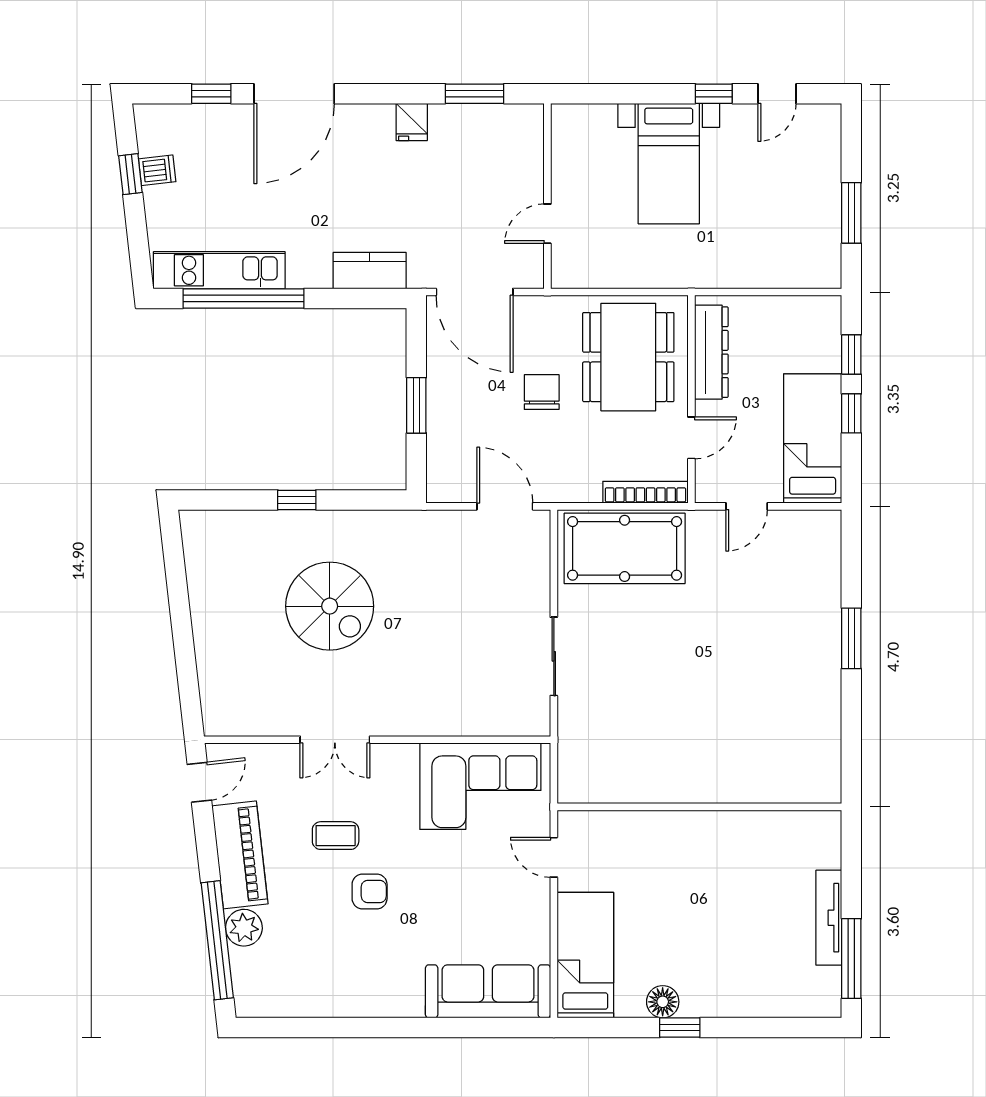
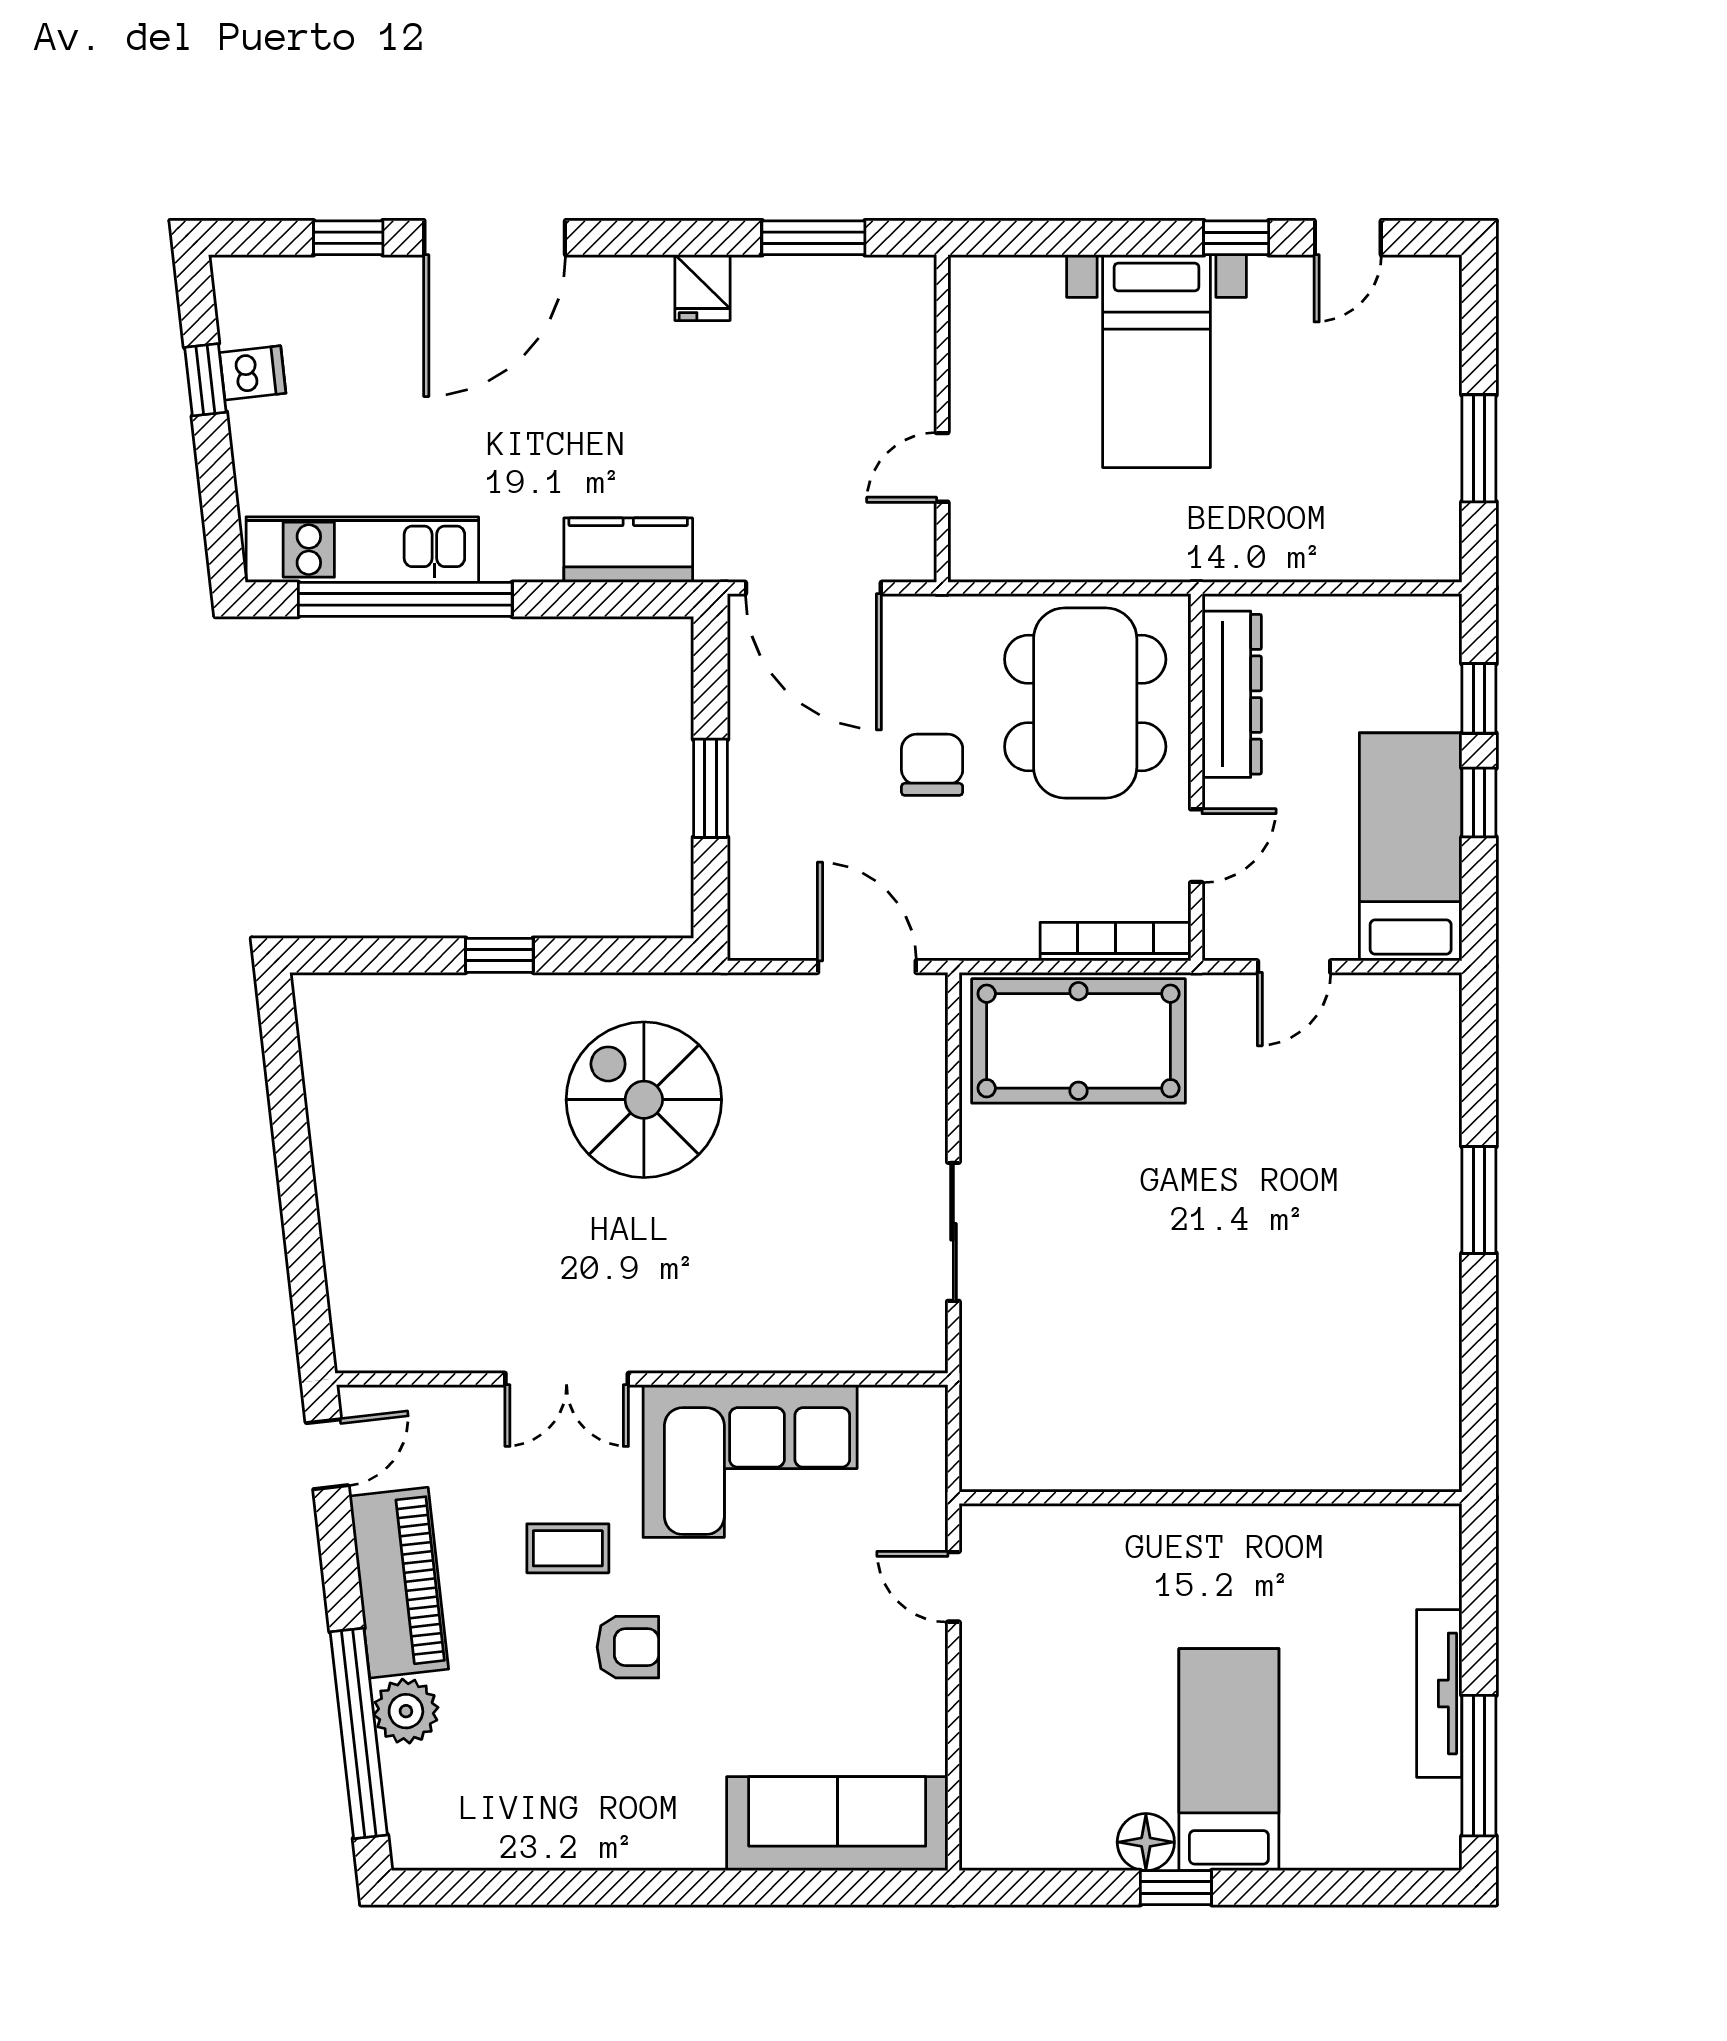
spiral stairs: (330, 606) -> (644, 1100), moved, turned 180
corner sofa: (480, 786) -> (750, 1461), moved
bed: (585, 955) -> (1229, 1760), moved

